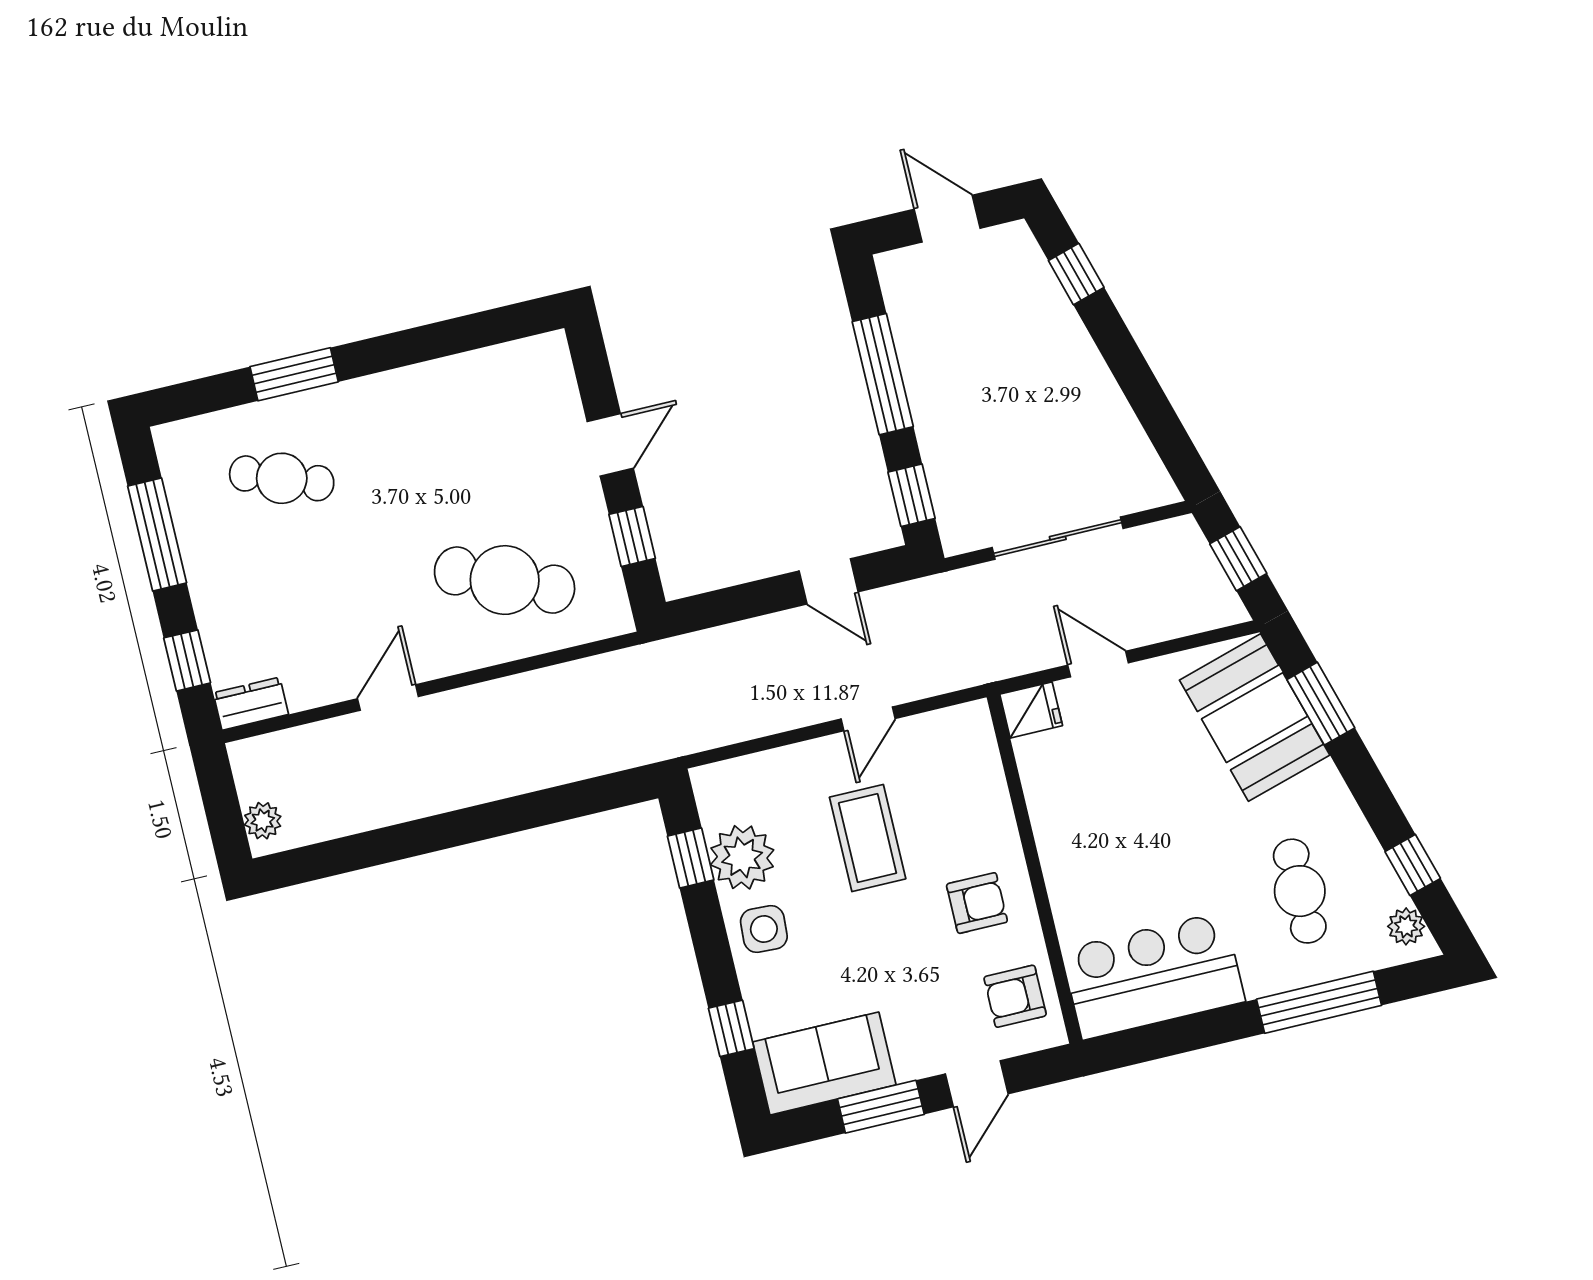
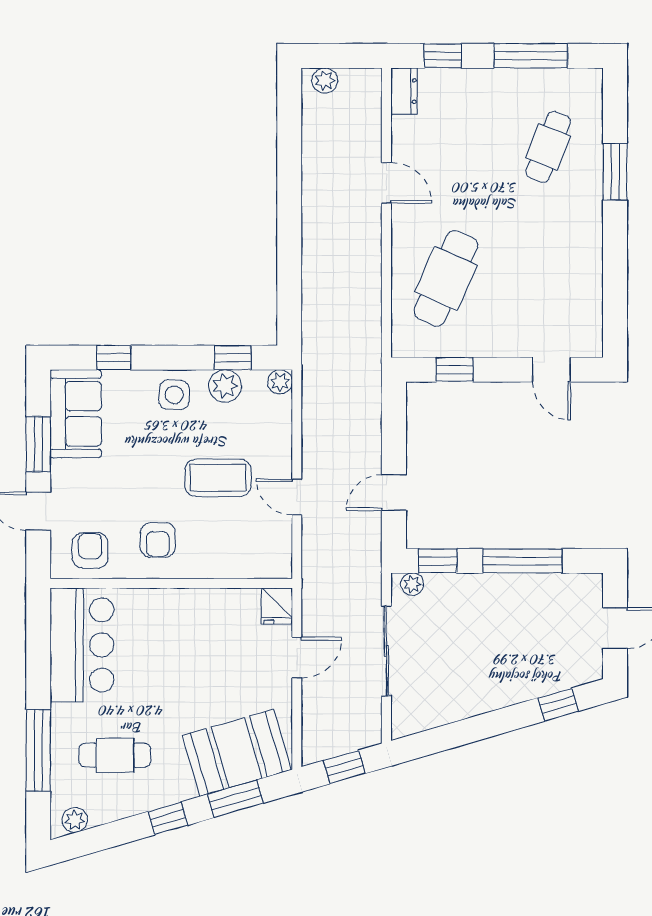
door: (610, 445) -> (551, 370), moved
plant: (953, 524) -> (412, 584), added
plant: (709, 782) -> (280, 382), added
plant: (742, 857) -> (225, 386), width x0.73, depth x0.73
window: (1413, 865) -> (168, 818), moved

